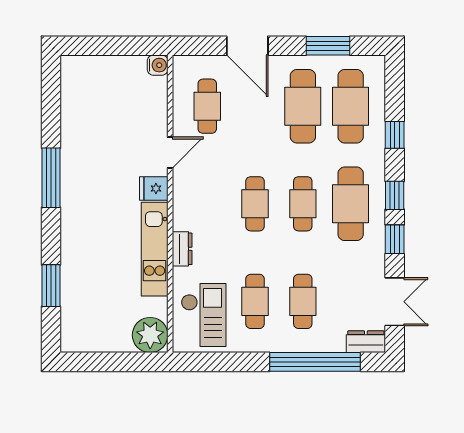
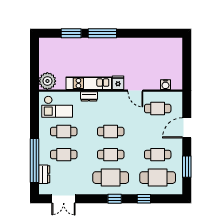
water cooler: (158, 65) -> (165, 85), moved
cafe table: (303, 106) -> (158, 155), width x0.73, depth x0.74
window: (51, 178) -> (102, 33), moved
window: (395, 239) -> (94, 199), removed
dresser: (366, 342) -> (44, 174), moved

